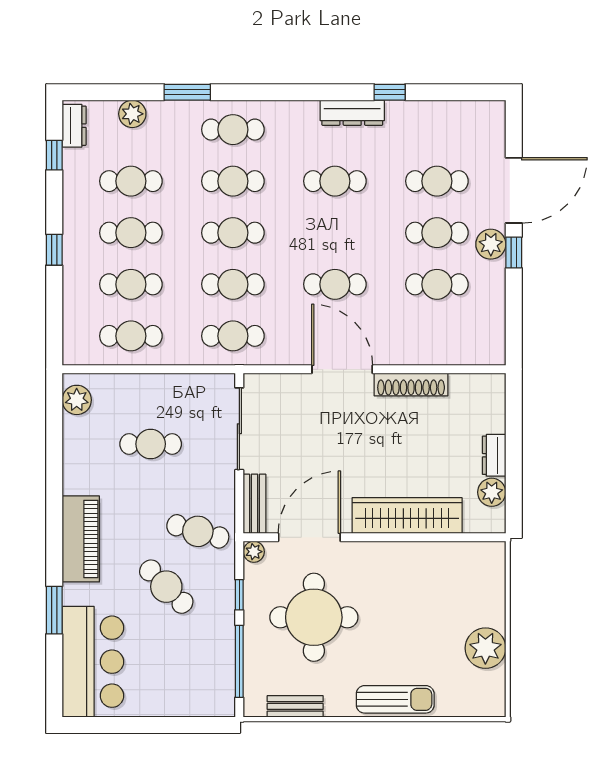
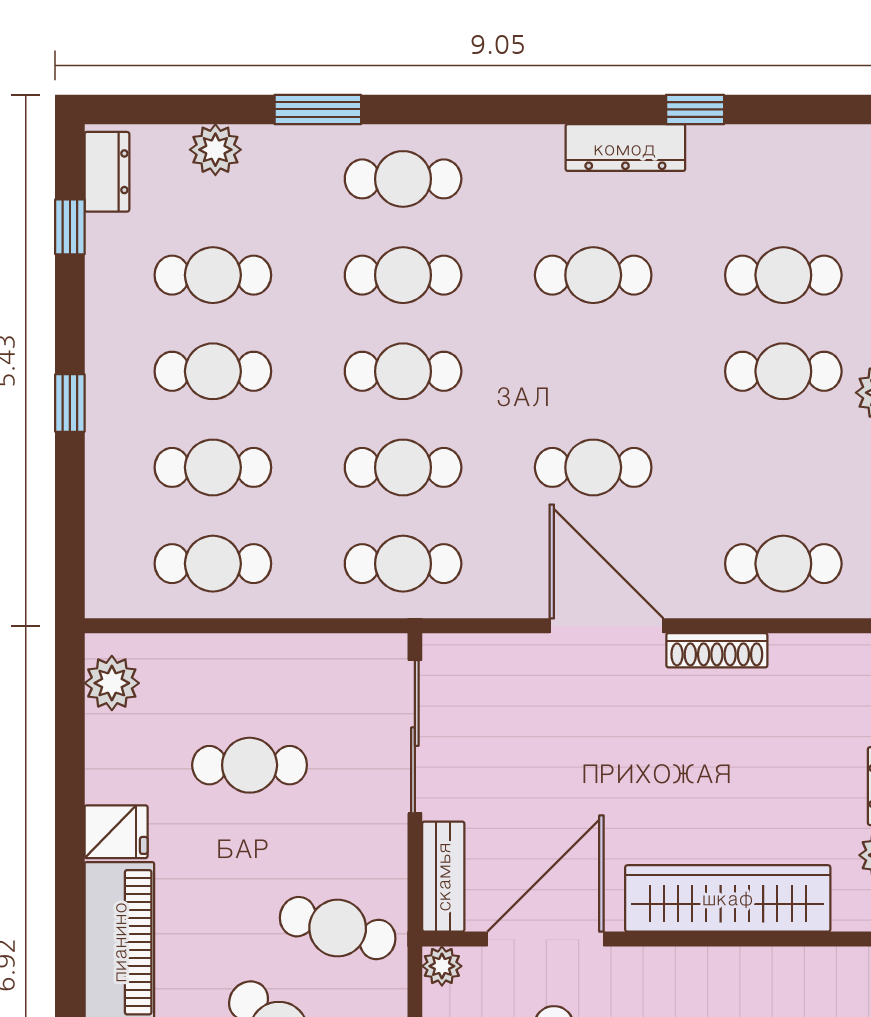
cafe table: (437, 284) -> (783, 564), moved
shoe rack: (411, 385) -> (717, 650), width x0.74, depth x0.81
fridge: (79, 480) -> (116, 832), added

